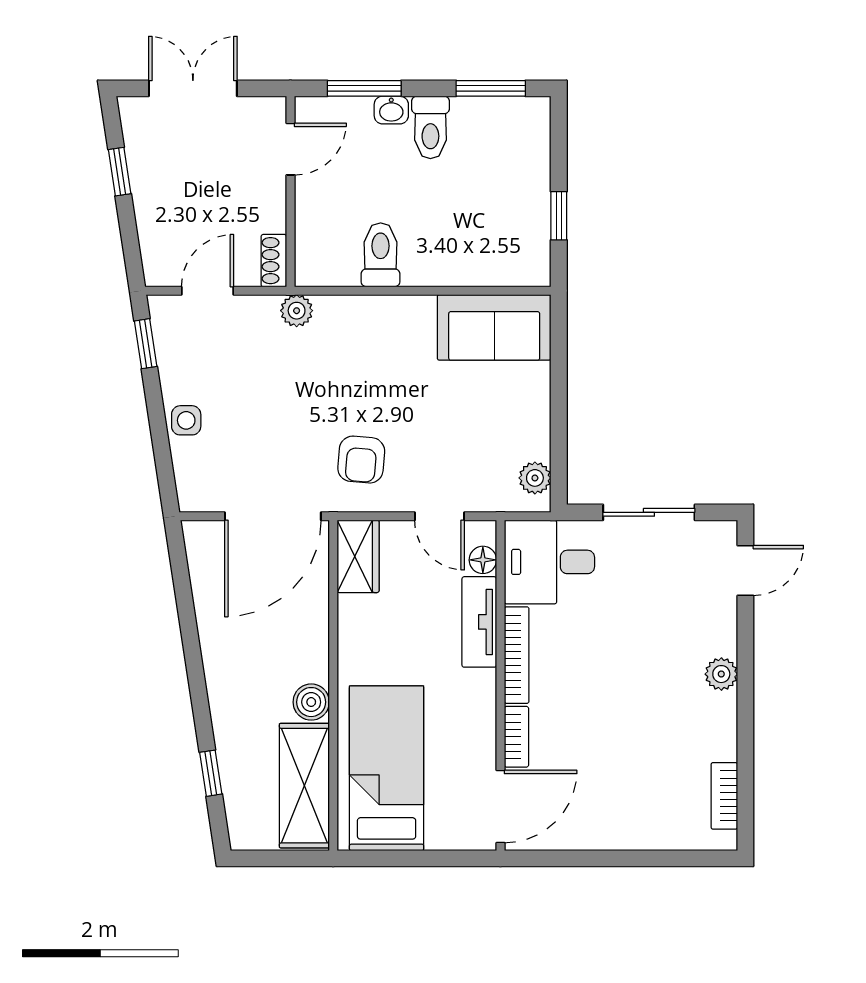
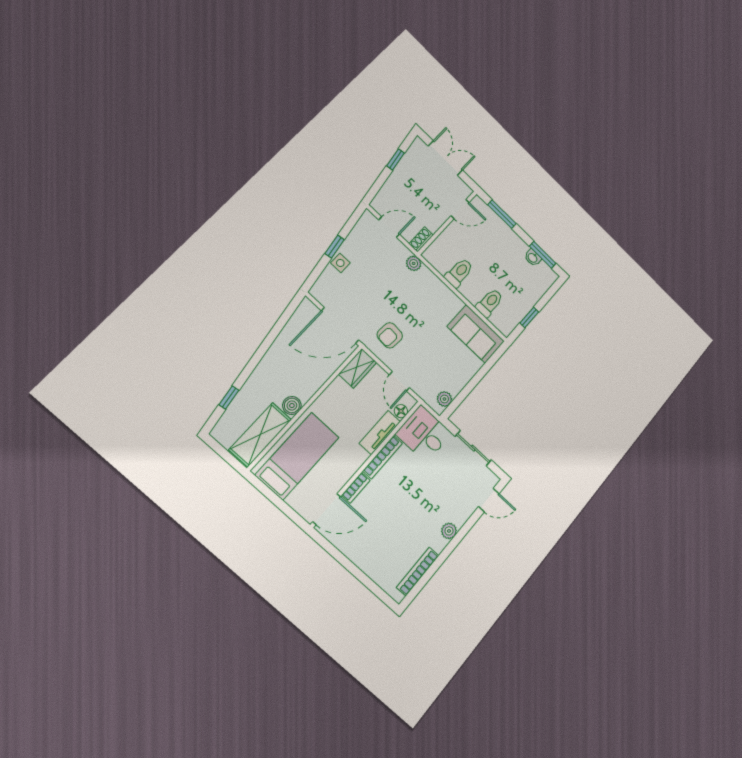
washbasin: (391, 110) -> (533, 258), moved
toilet: (430, 127) -> (489, 303), moved, turned 180
window: (146, 344) -> (335, 247), moved
bookcase: (724, 796) -> (418, 571), width x1.56

